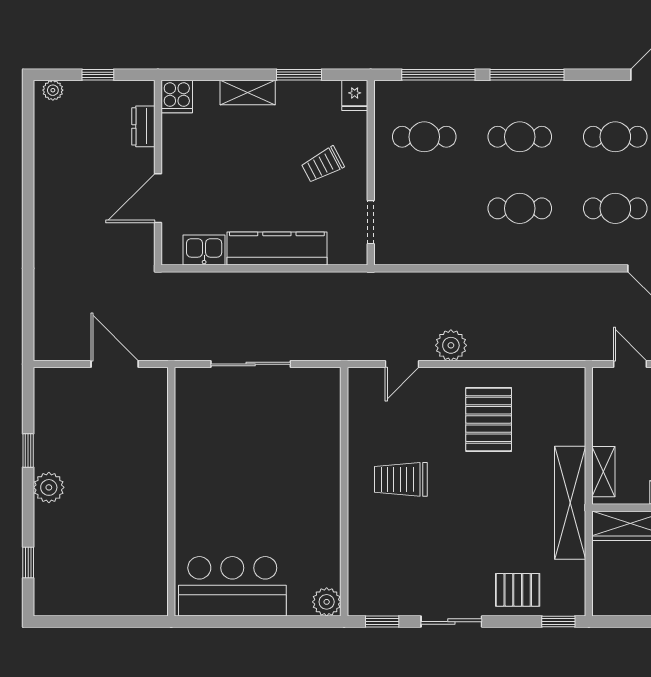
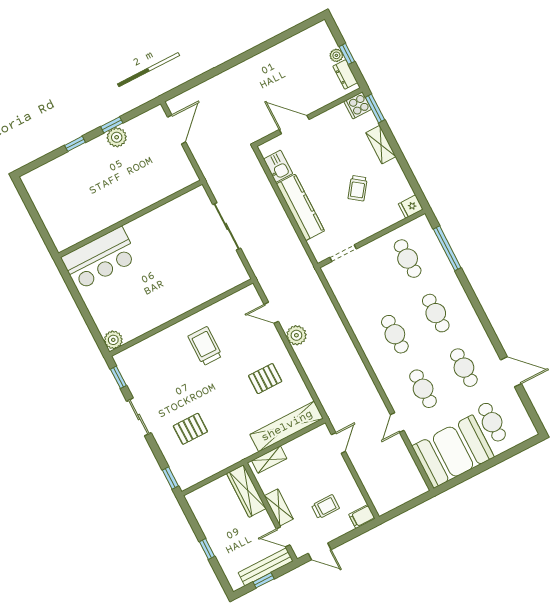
window: (299, 75) -> (375, 109), moved
window: (527, 75) -> (473, 299), removed
plant: (53, 90) -> (336, 55), moved
dresser: (143, 126) -> (345, 74), moved, turned -90
trolley: (323, 165) -> (358, 188), moved, turned -116
door: (115, 364) -> (177, 130), moved
pallet: (489, 419) -> (265, 379), width x0.67, depth x0.71
plant: (49, 487) -> (117, 137), moved
shelving: (570, 503) -> (287, 426), moved
window: (28, 562) -> (75, 144), moved
bar counter: (232, 586) -> (100, 258), moved, turned 90
pallet: (518, 590) -> (190, 429), moved, turned 90

